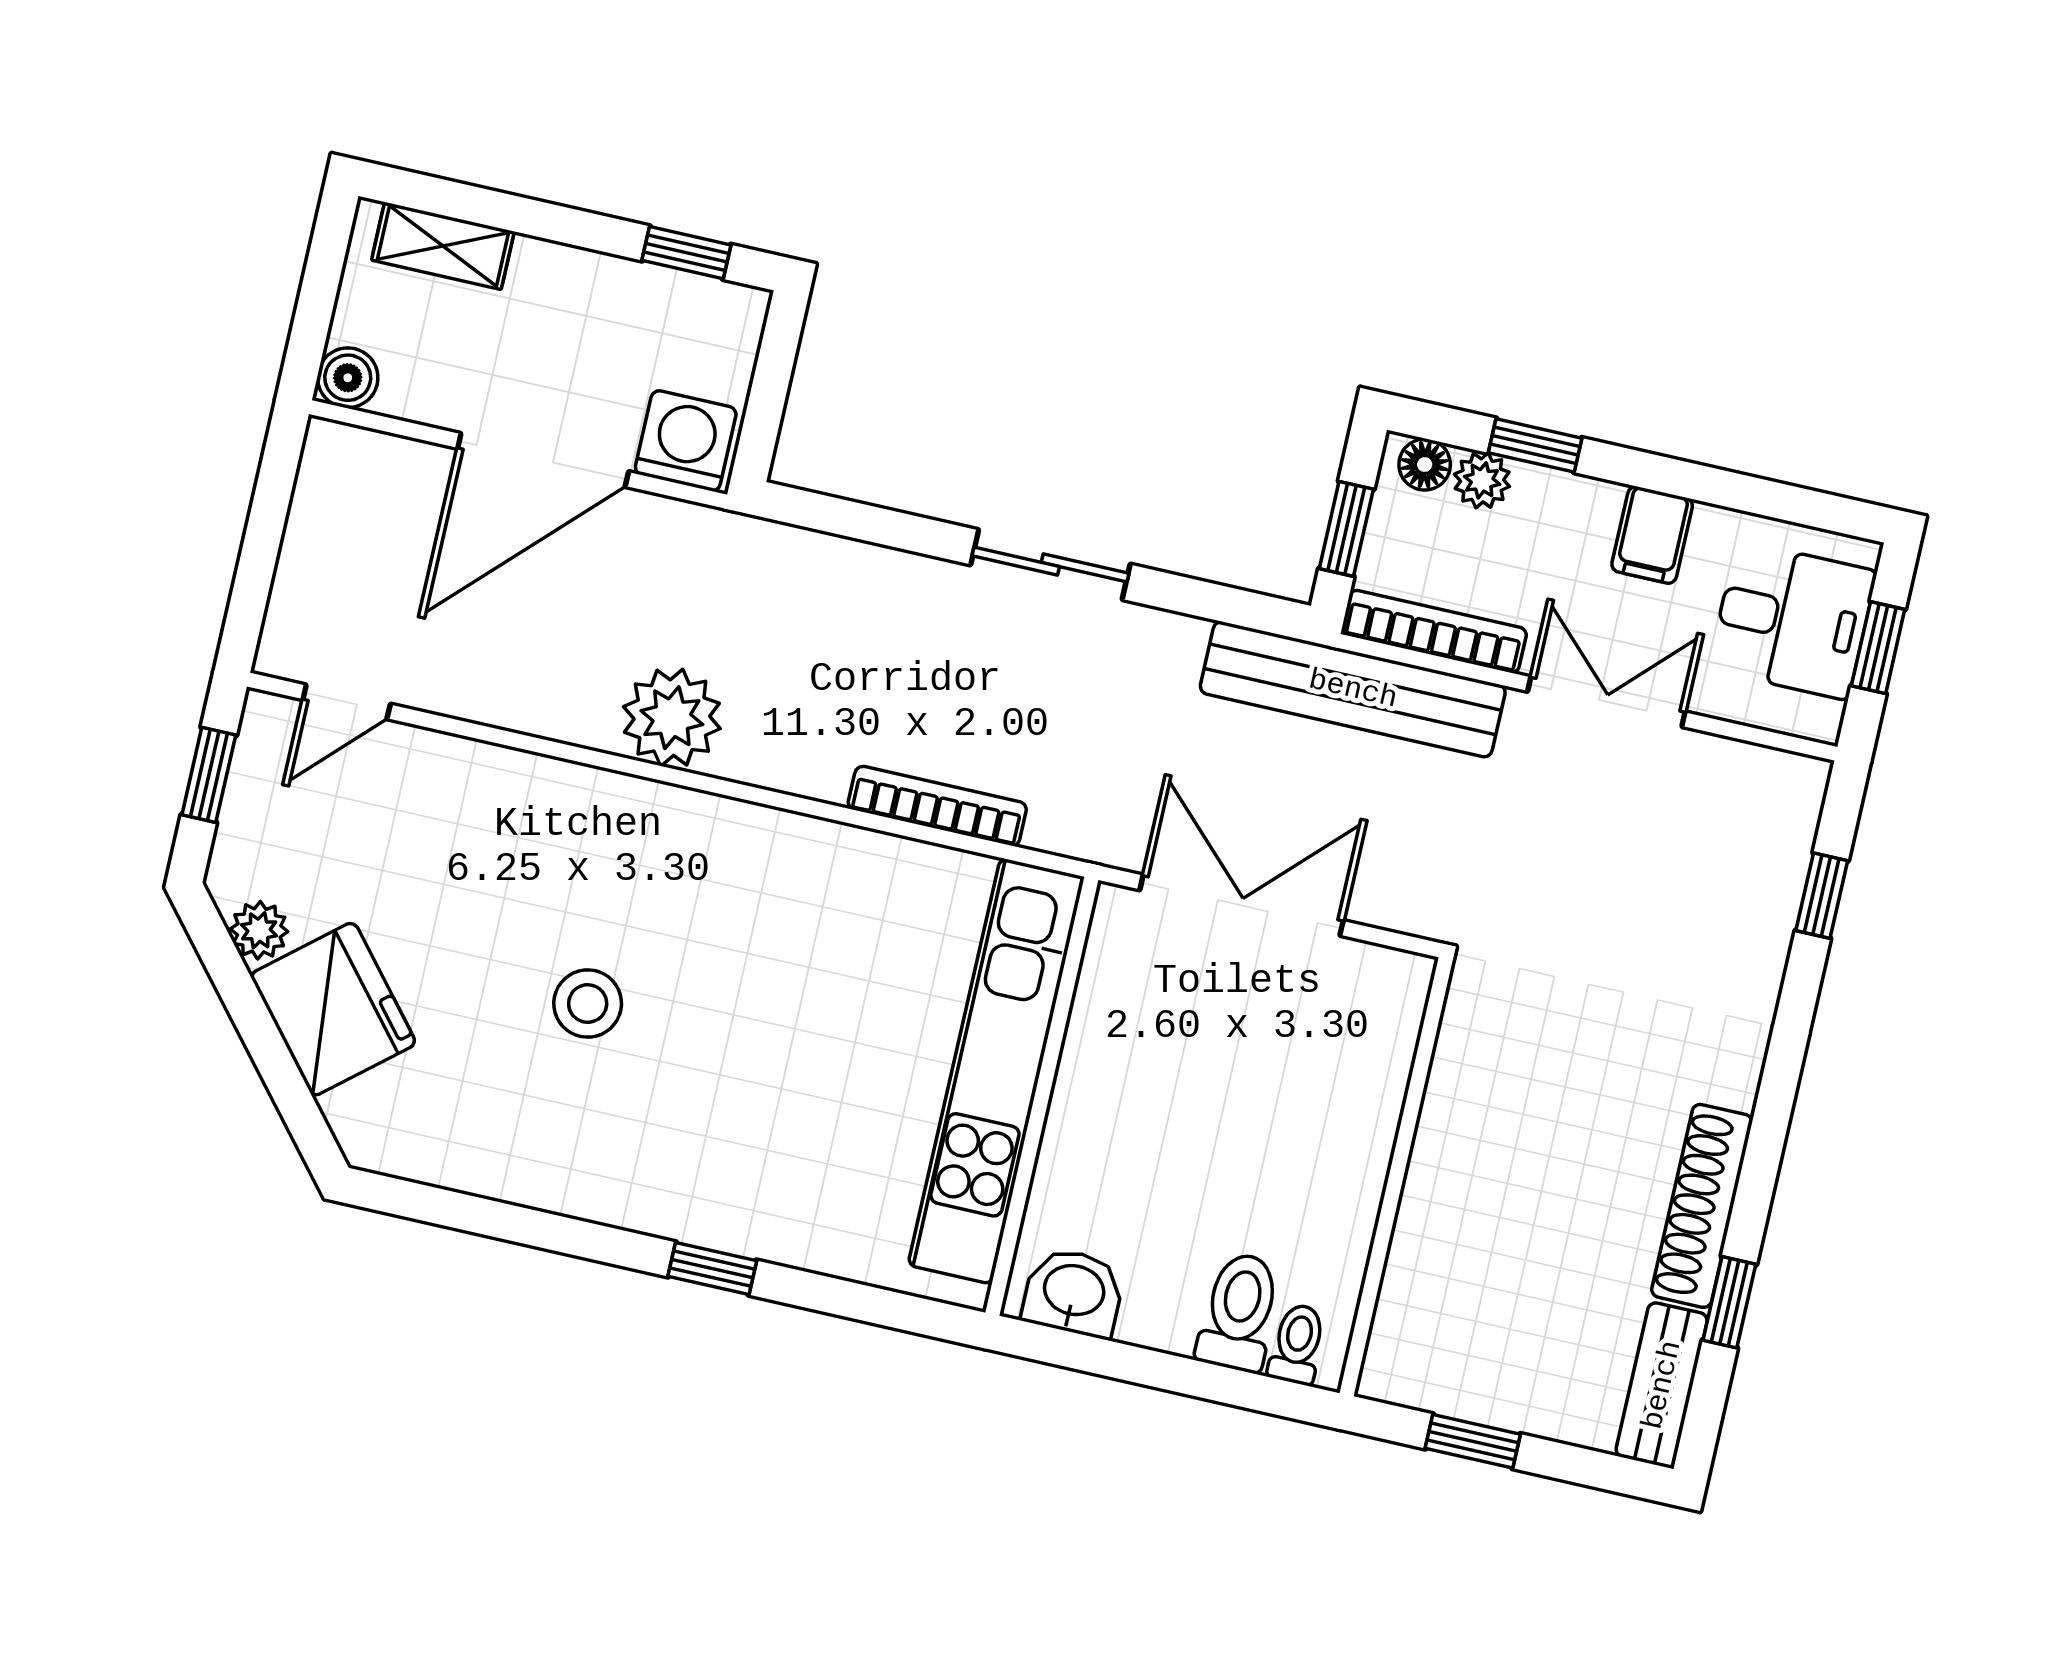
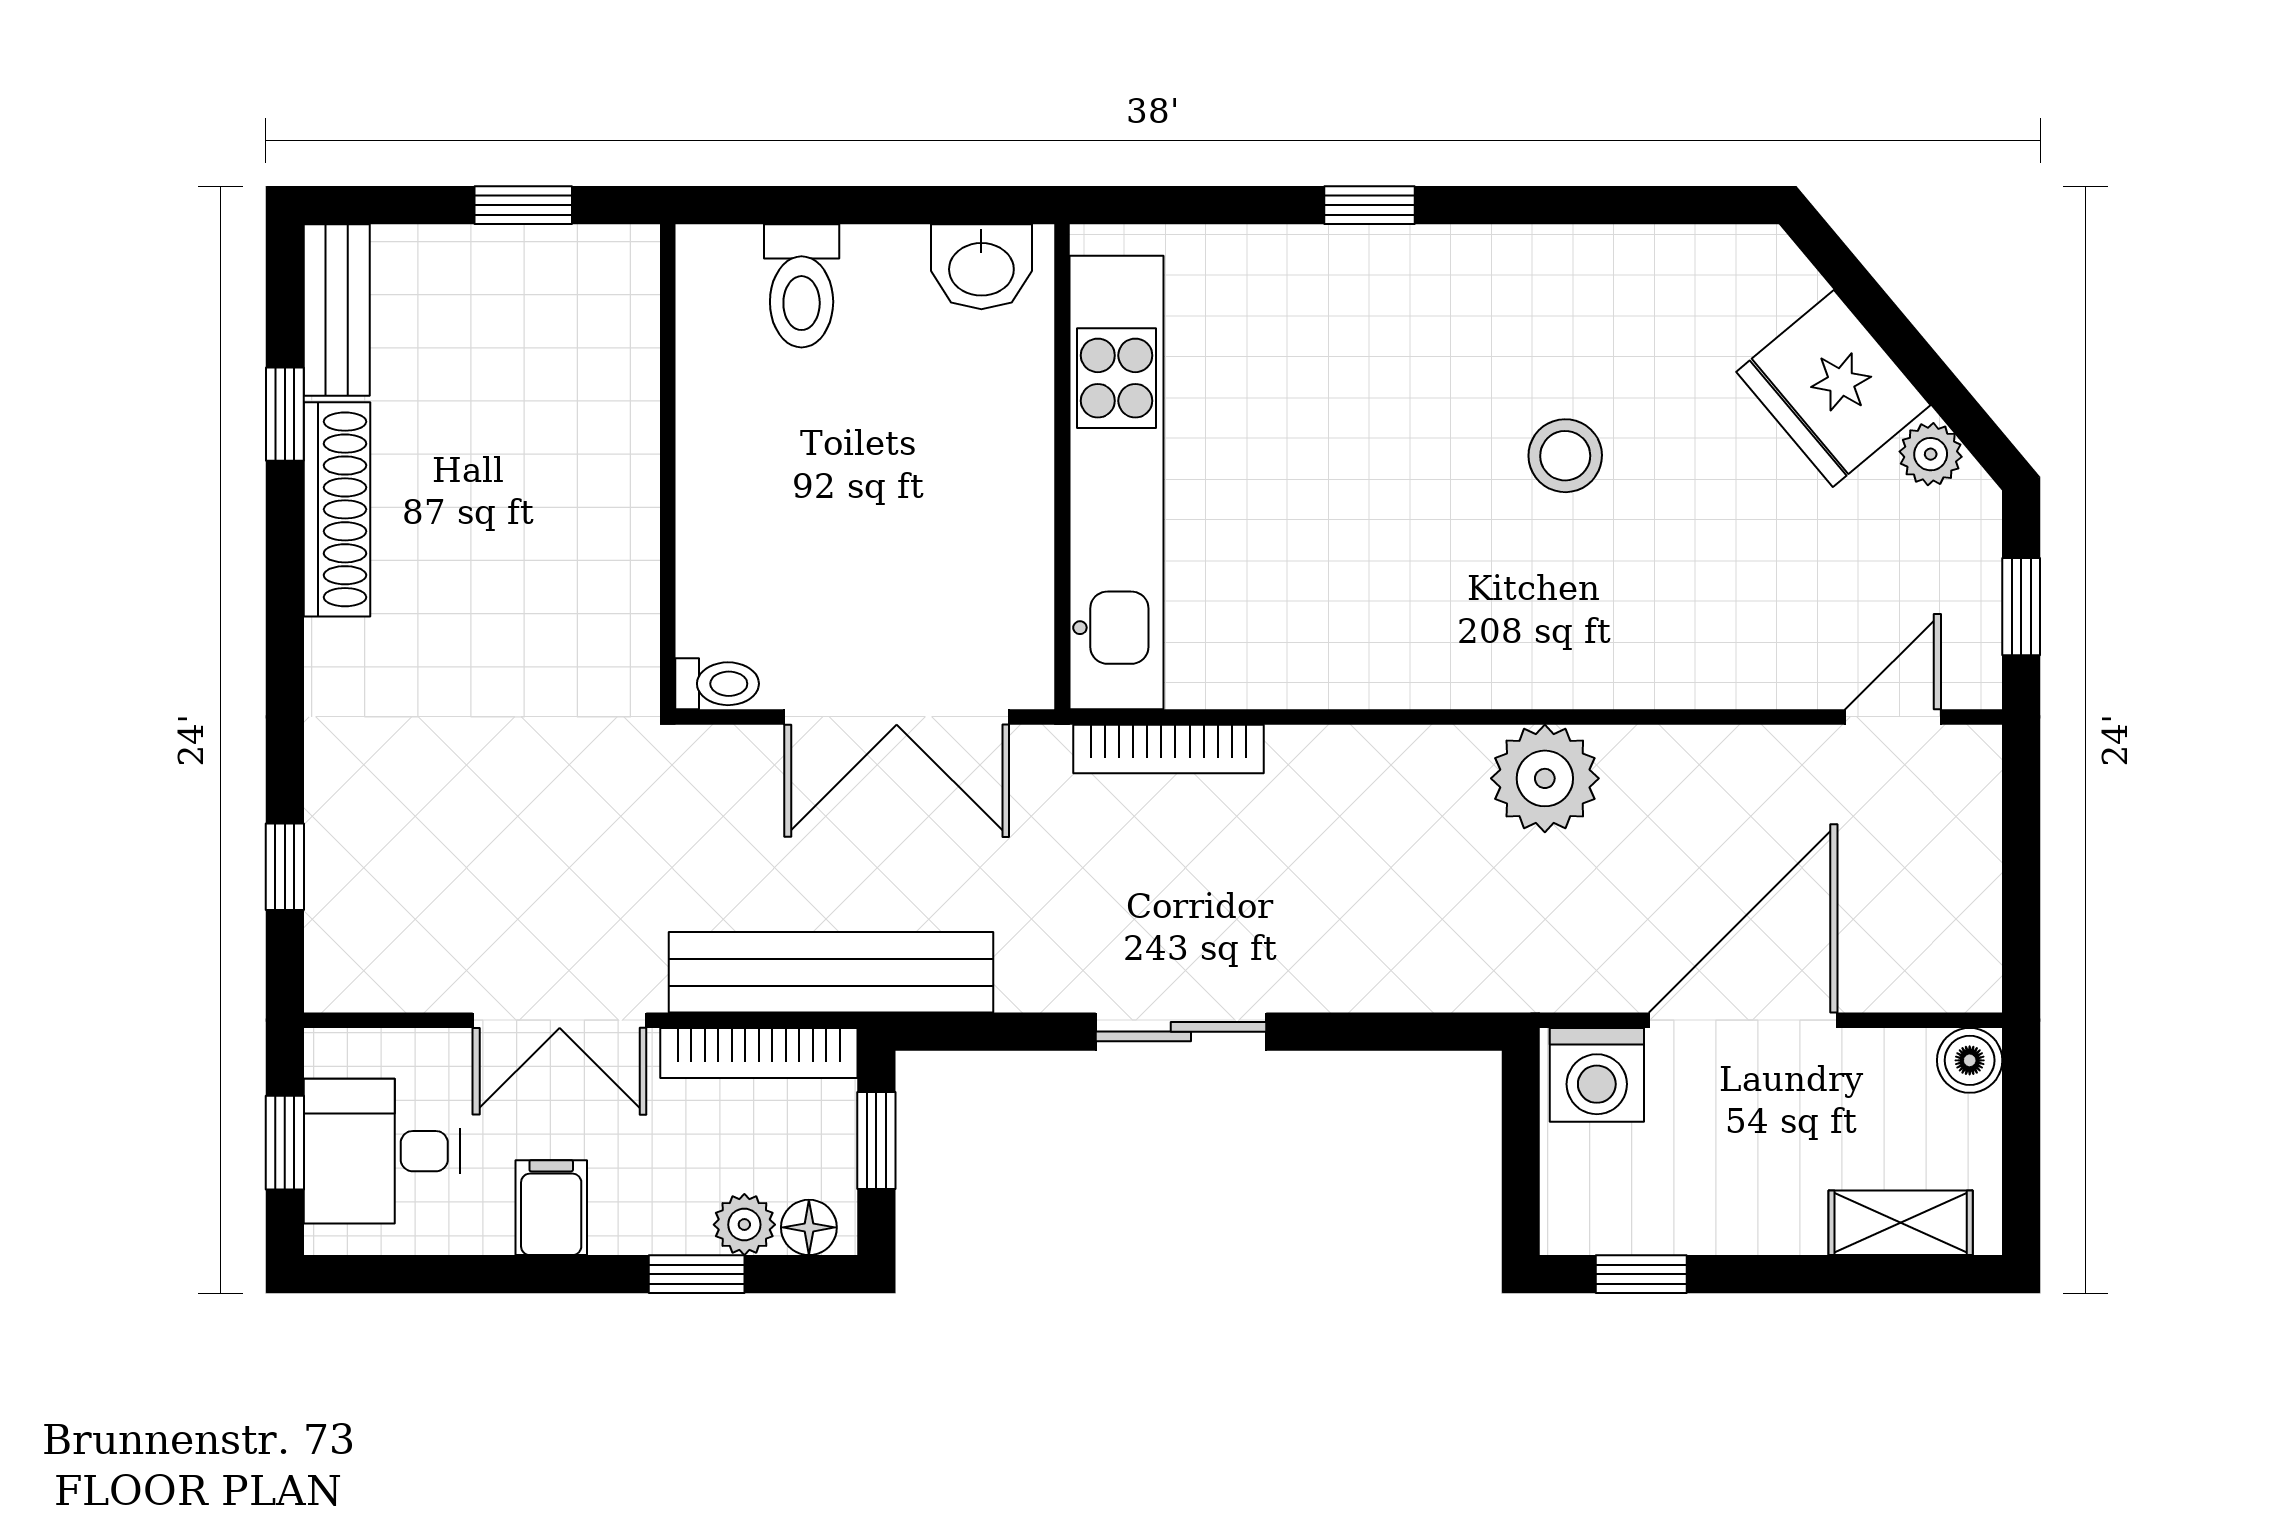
bookcase: (937, 806) -> (1168, 749), moved
toilet: (1297, 1344) -> (717, 684), moved, turned -90

